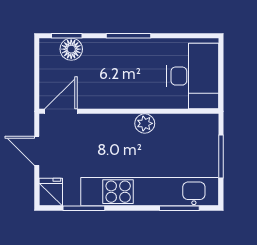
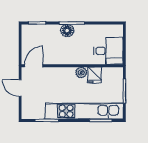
floor lamp: (71, 49) -> (67, 31), moved
desk: (193, 76) -> (108, 51), width x0.73
fridge: (51, 192) -> (94, 75), moved, turned 180

